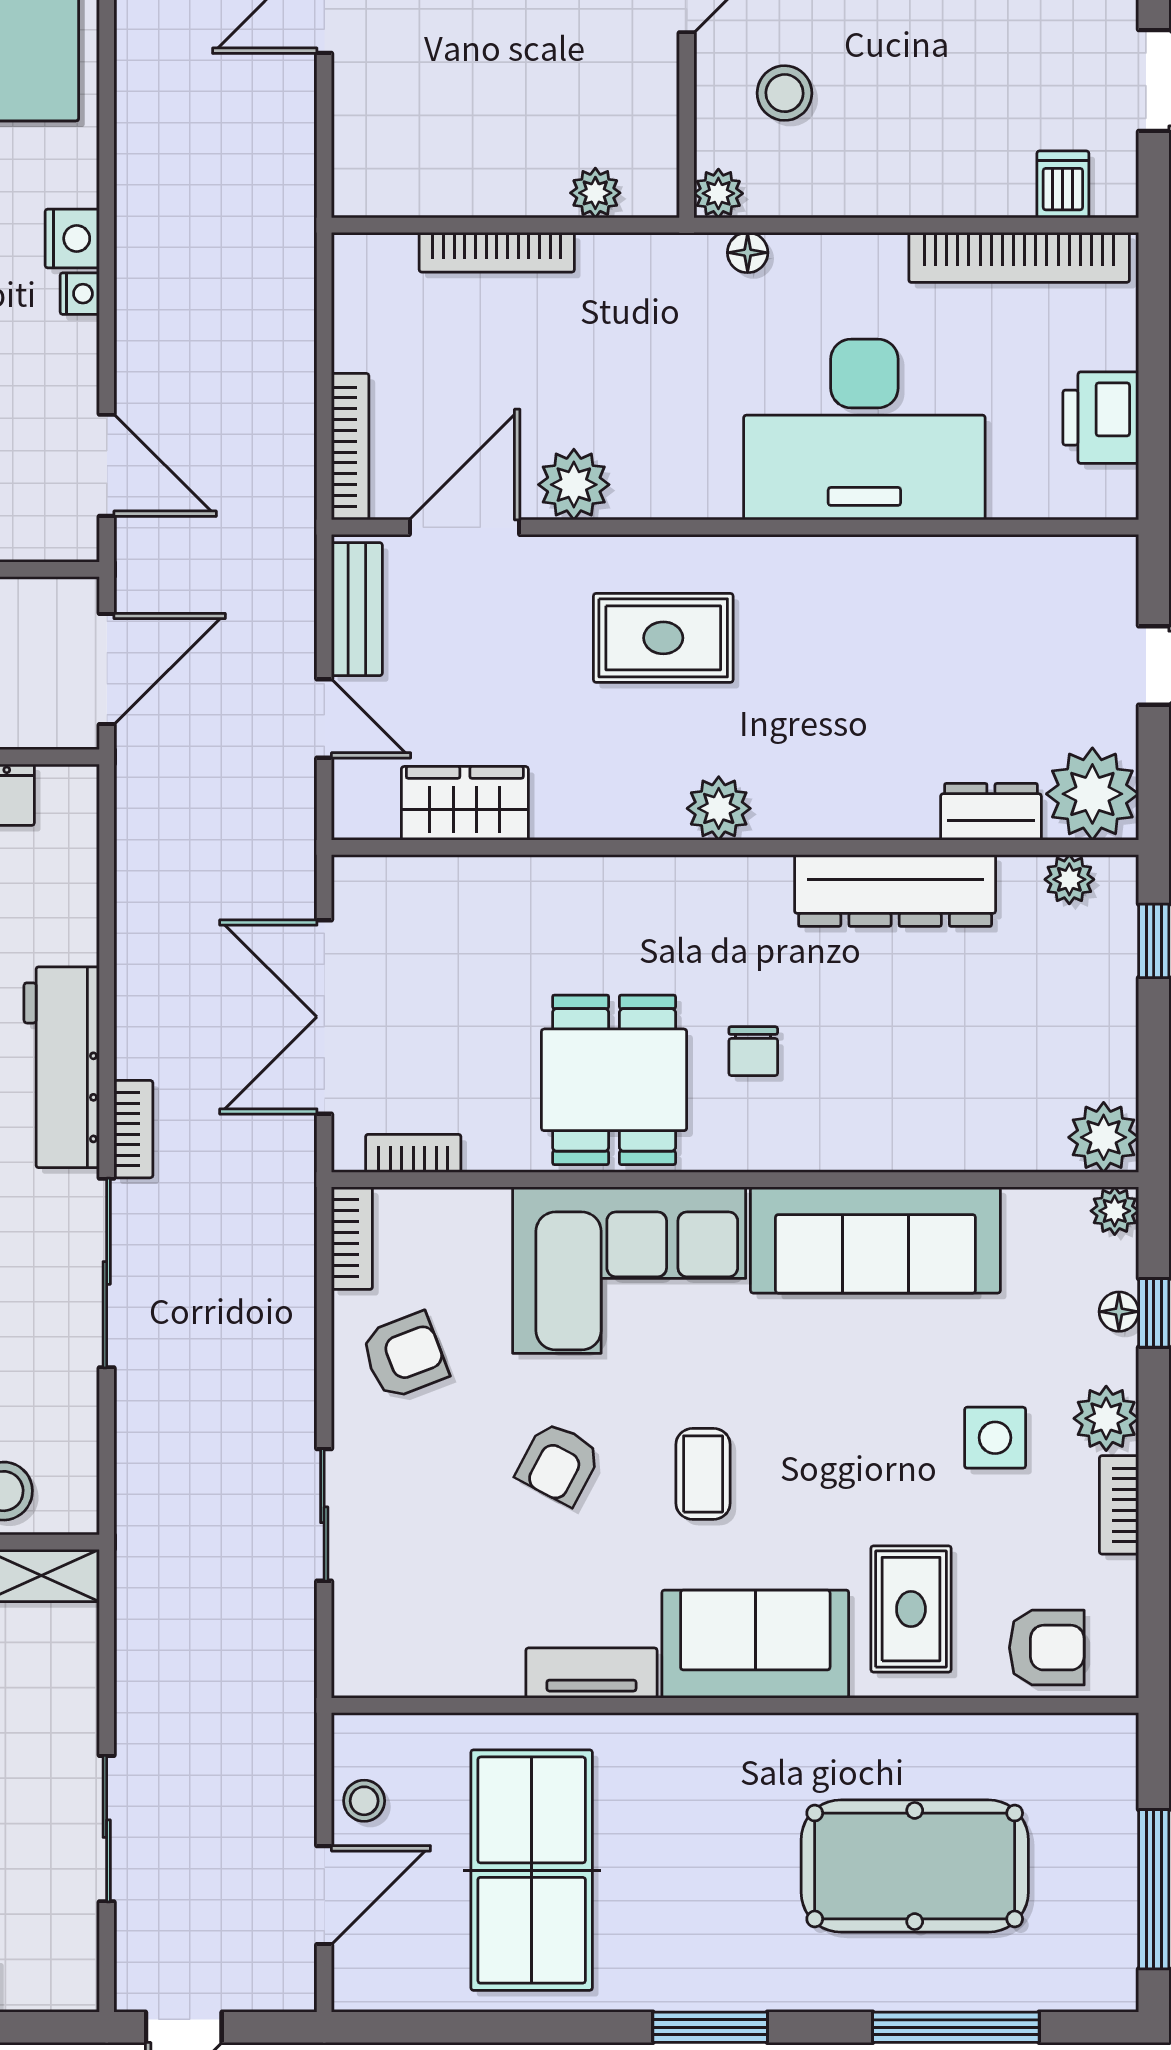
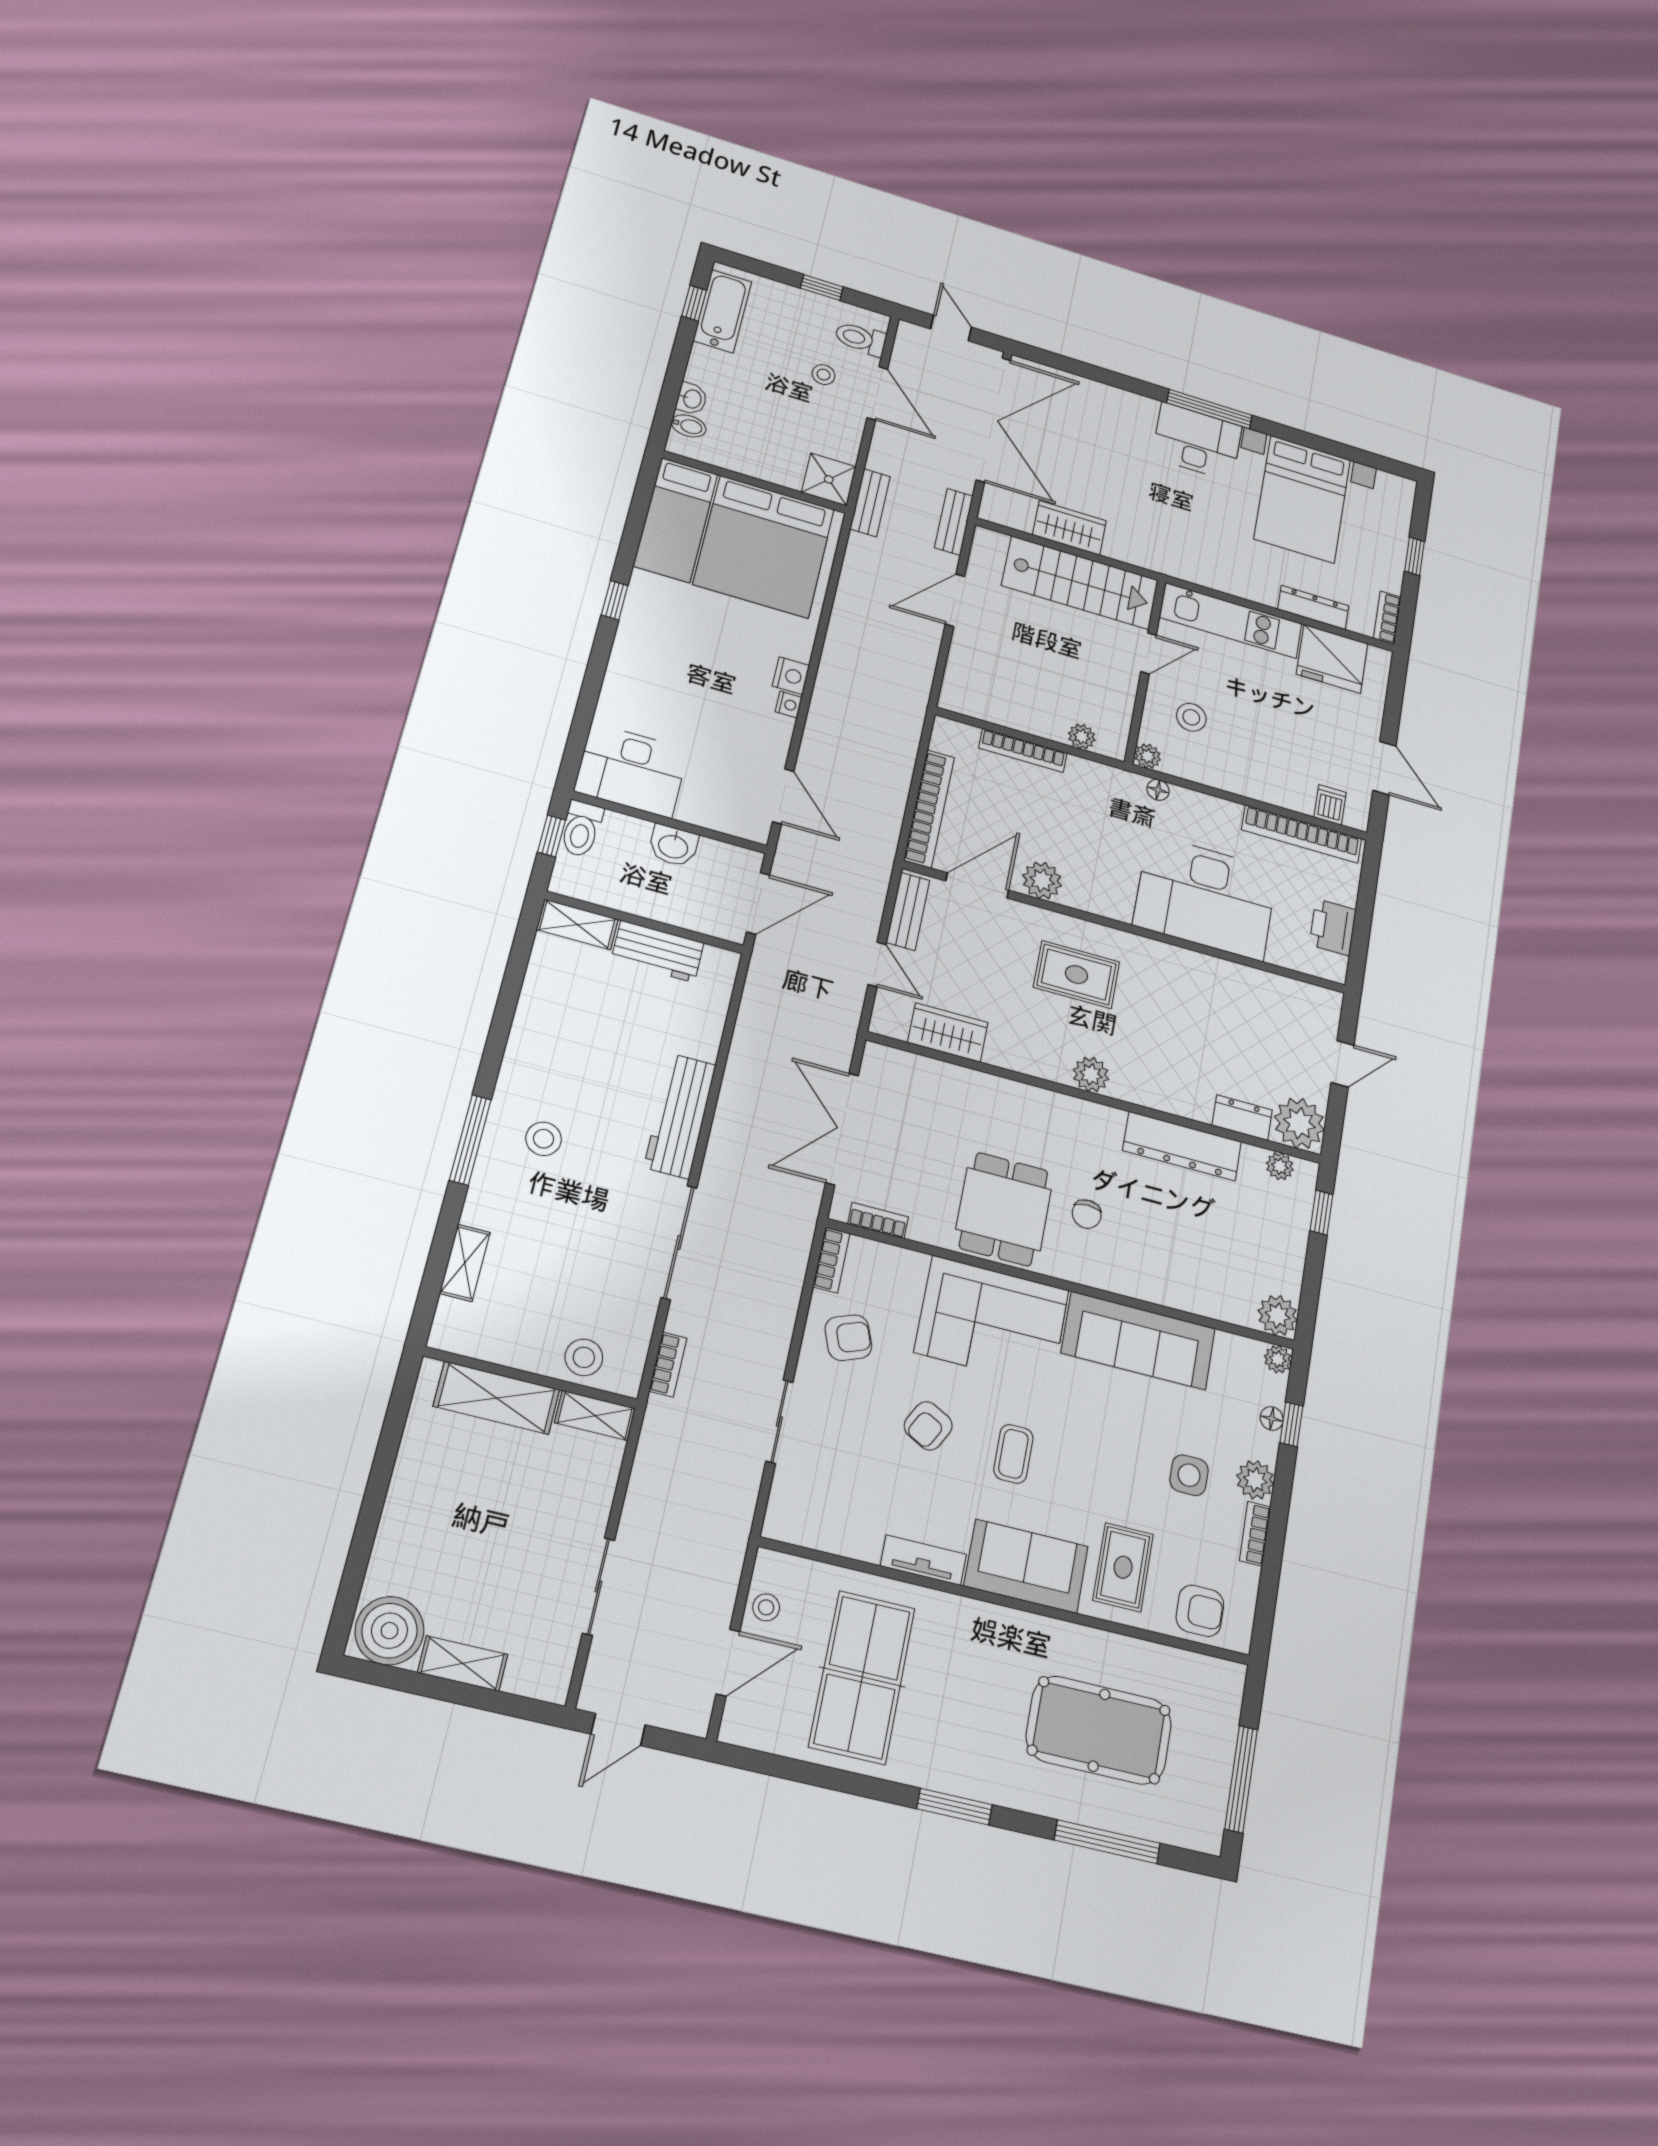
bookcase: (350, 447) -> (929, 809), width x1.48, depth x1.31
bookcase: (133, 1129) -> (668, 1365), moved

